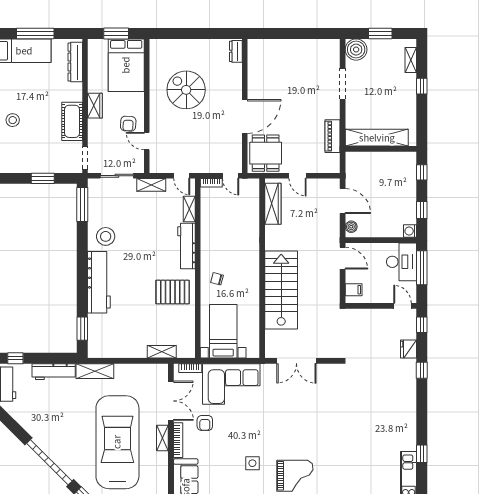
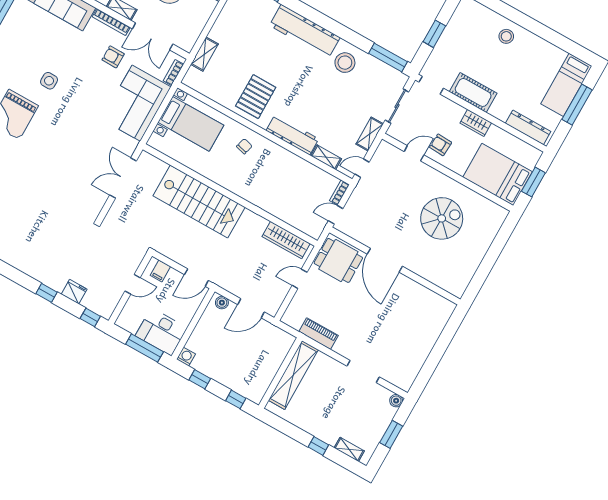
boiler: (356, 50) -> (396, 401), width x0.54, depth x0.54
dresser: (236, 51) -> (452, 287), removed
door: (402, 306) -> (133, 284), moved

